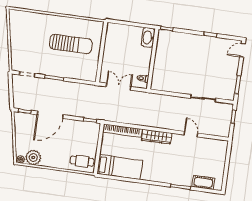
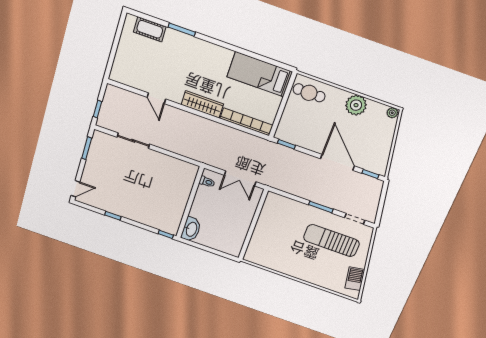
barbecue: (15, 26) -> (355, 279), added
sun lounger: (71, 44) -> (331, 241), moved
door: (50, 115) -> (337, 162), hinge flipped
plant: (33, 157) -> (356, 105), moved

